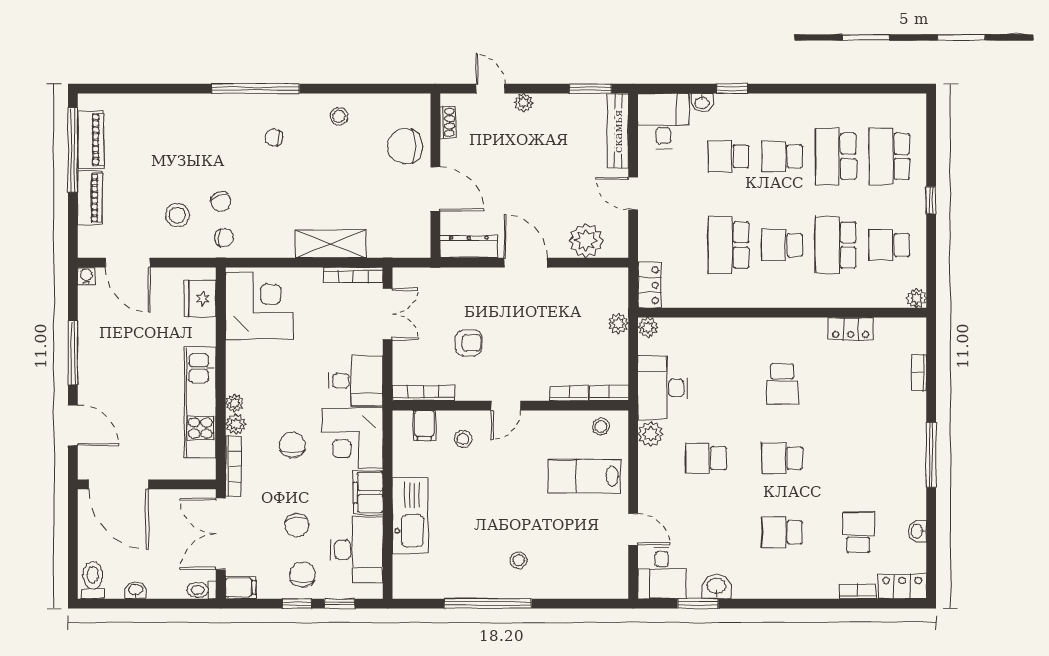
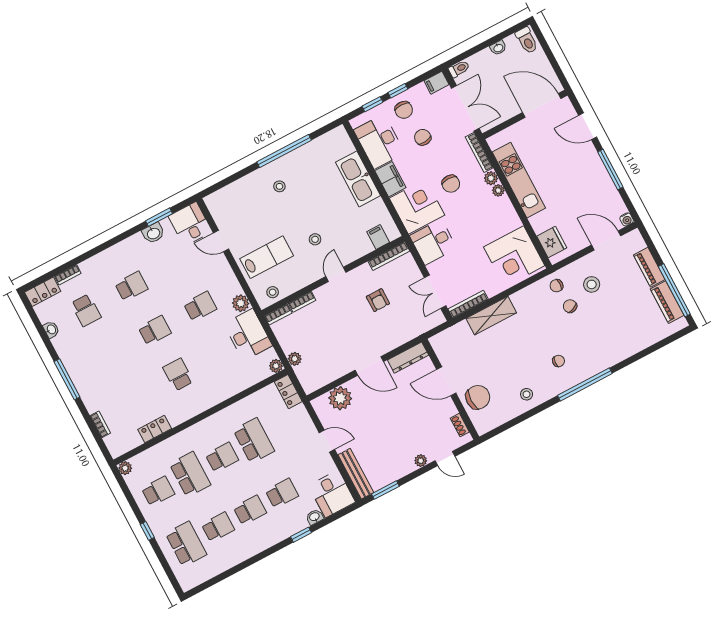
school desk: (836, 156) -> (218, 527), width x0.54
armchair: (468, 343) -> (378, 300), turned -90
stool: (463, 439) -> (315, 239), moved

